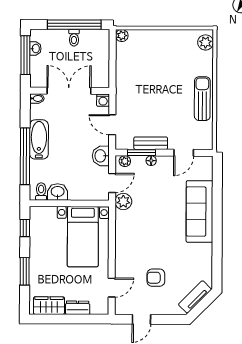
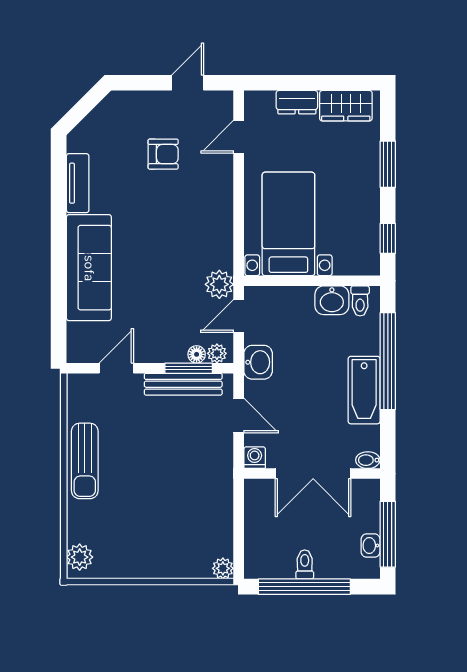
bench: (151, 143) -> (183, 384), width x1.36
floor lamp: (151, 161) -> (197, 354), moved
tv unit: (195, 297) -> (78, 183), moved, turned -45

